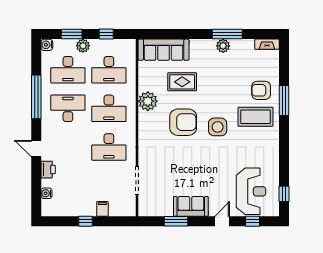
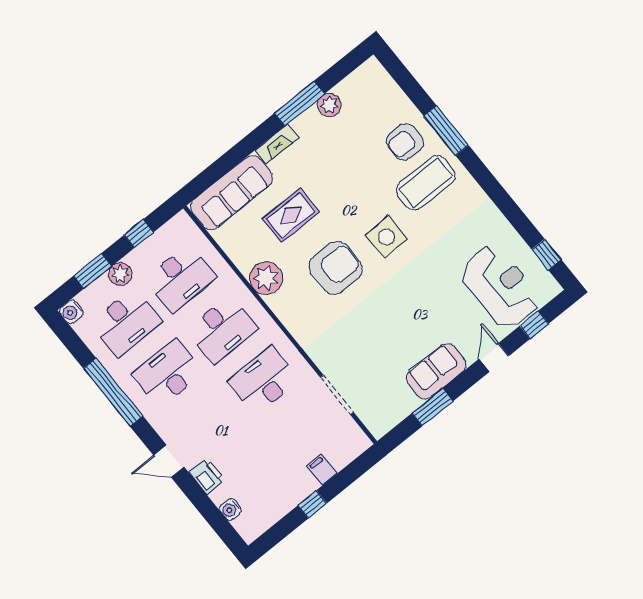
fireplace: (267, 44) -> (277, 144), moved
plant: (223, 46) -> (329, 105), moved
desk: (109, 147) -> (264, 381), turned 180

